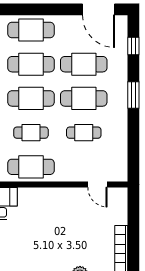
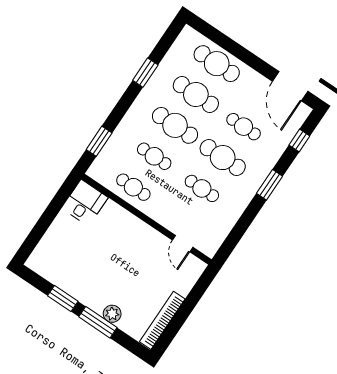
cafe table: (84, 64) -> (244, 127), width x0.73, depth x0.74
cafe table: (31, 167) -> (133, 187), width x0.73, depth x0.74

